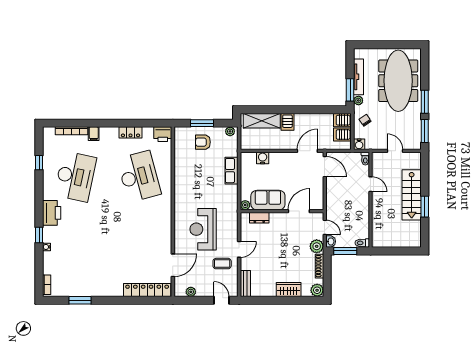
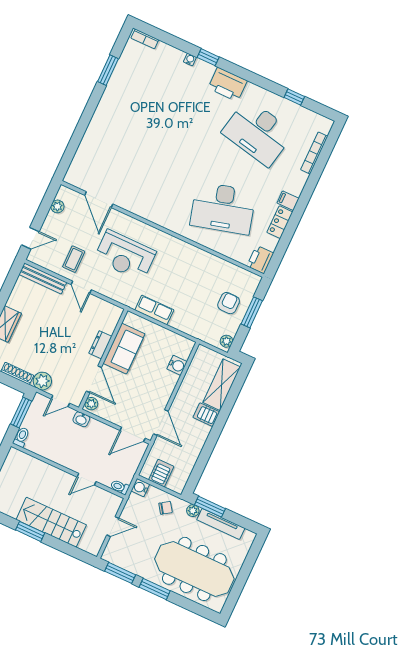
server rack: (342, 120) -> (178, 481), removed
filing cabinet: (94, 134) -> (288, 201), moved
row of seats: (231, 171) -> (154, 310), moved
plant: (245, 205) -> (91, 404), moved
dresser: (259, 218) -> (100, 345), moved
reception desk: (203, 229) -> (125, 255), turned 180
washbasin: (331, 241) -> (81, 419), moved
bench: (245, 284) -> (43, 278), width x1.36
locker: (147, 290) -> (83, 155), removed

